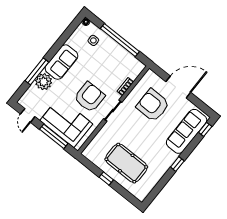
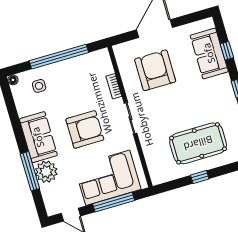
armchair: (89, 97) -> (85, 129), moved, turned 90
armchair: (153, 105) -> (155, 70), turned 90
window: (205, 129) -> (227, 51), moved
sofa: (187, 131) -> (209, 53), width x0.73

